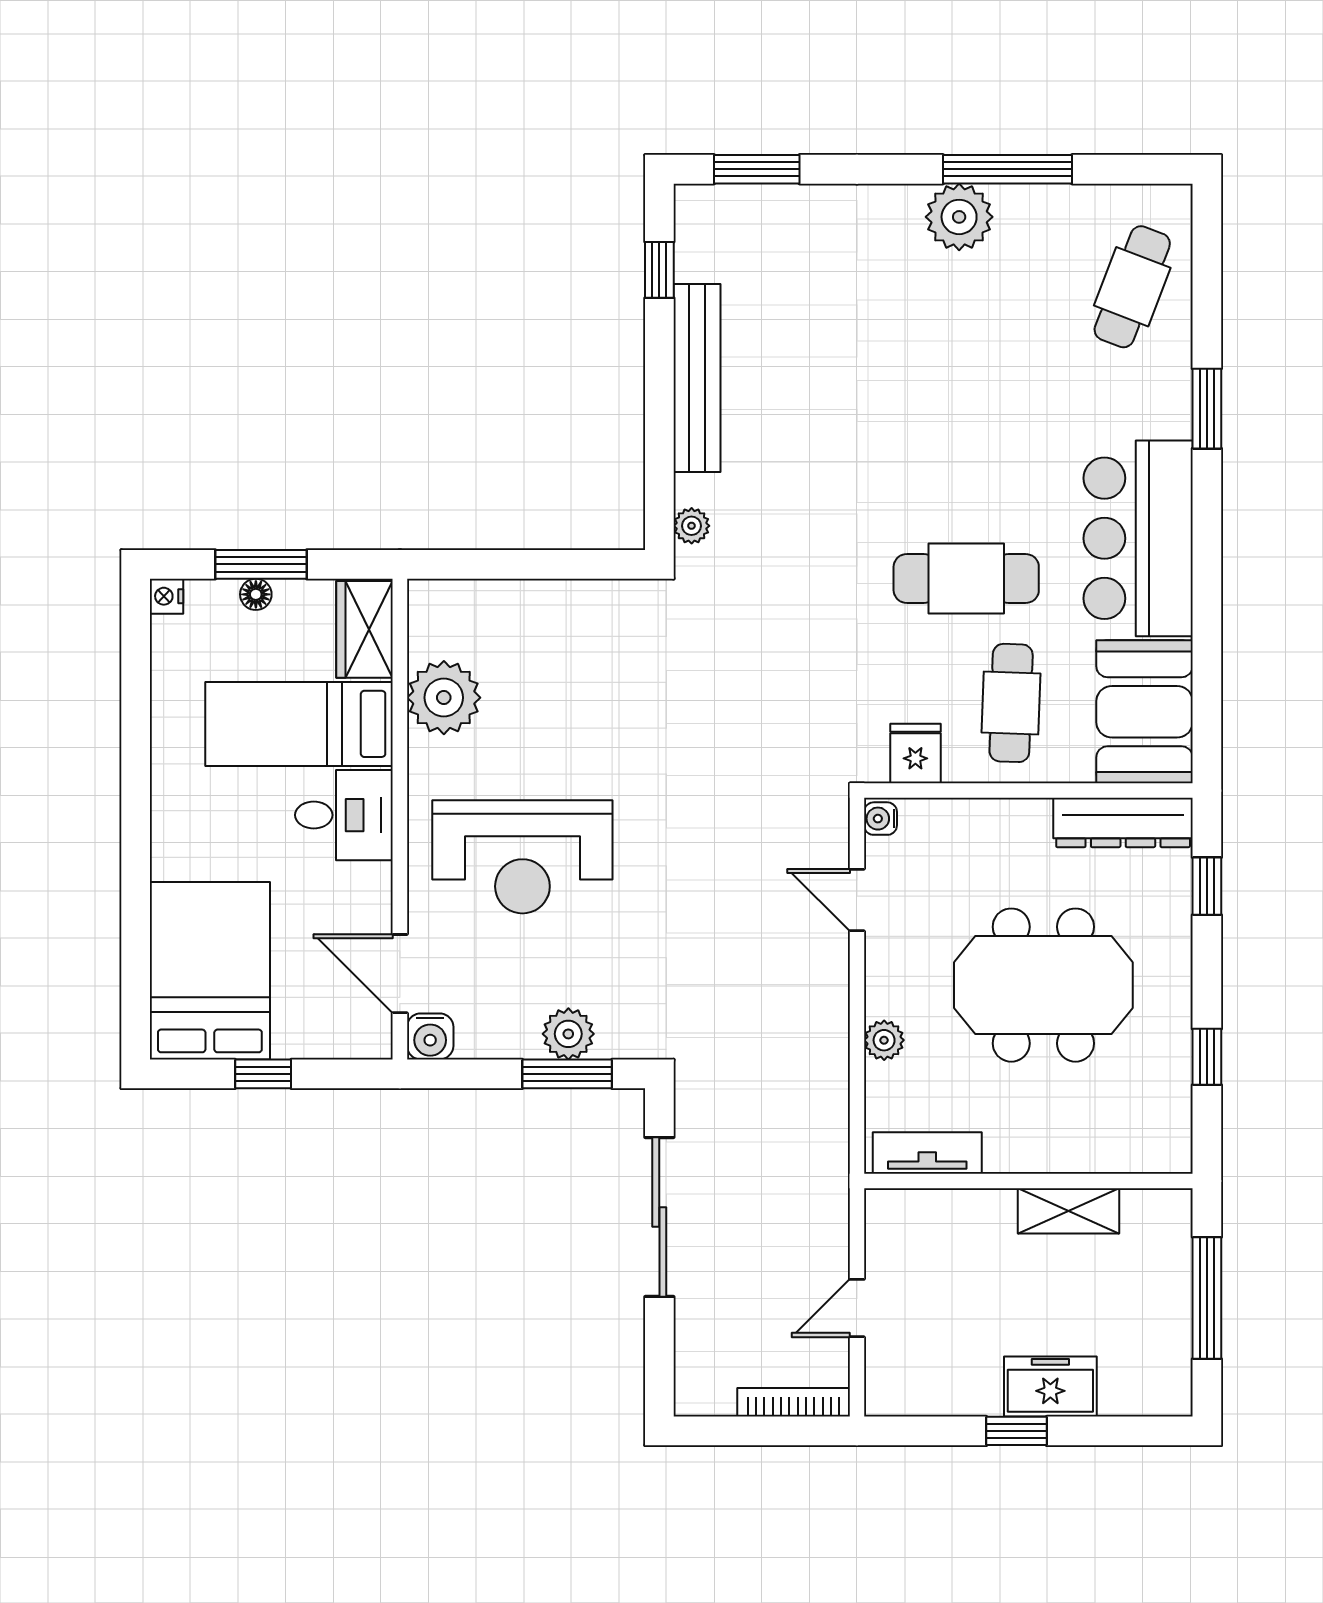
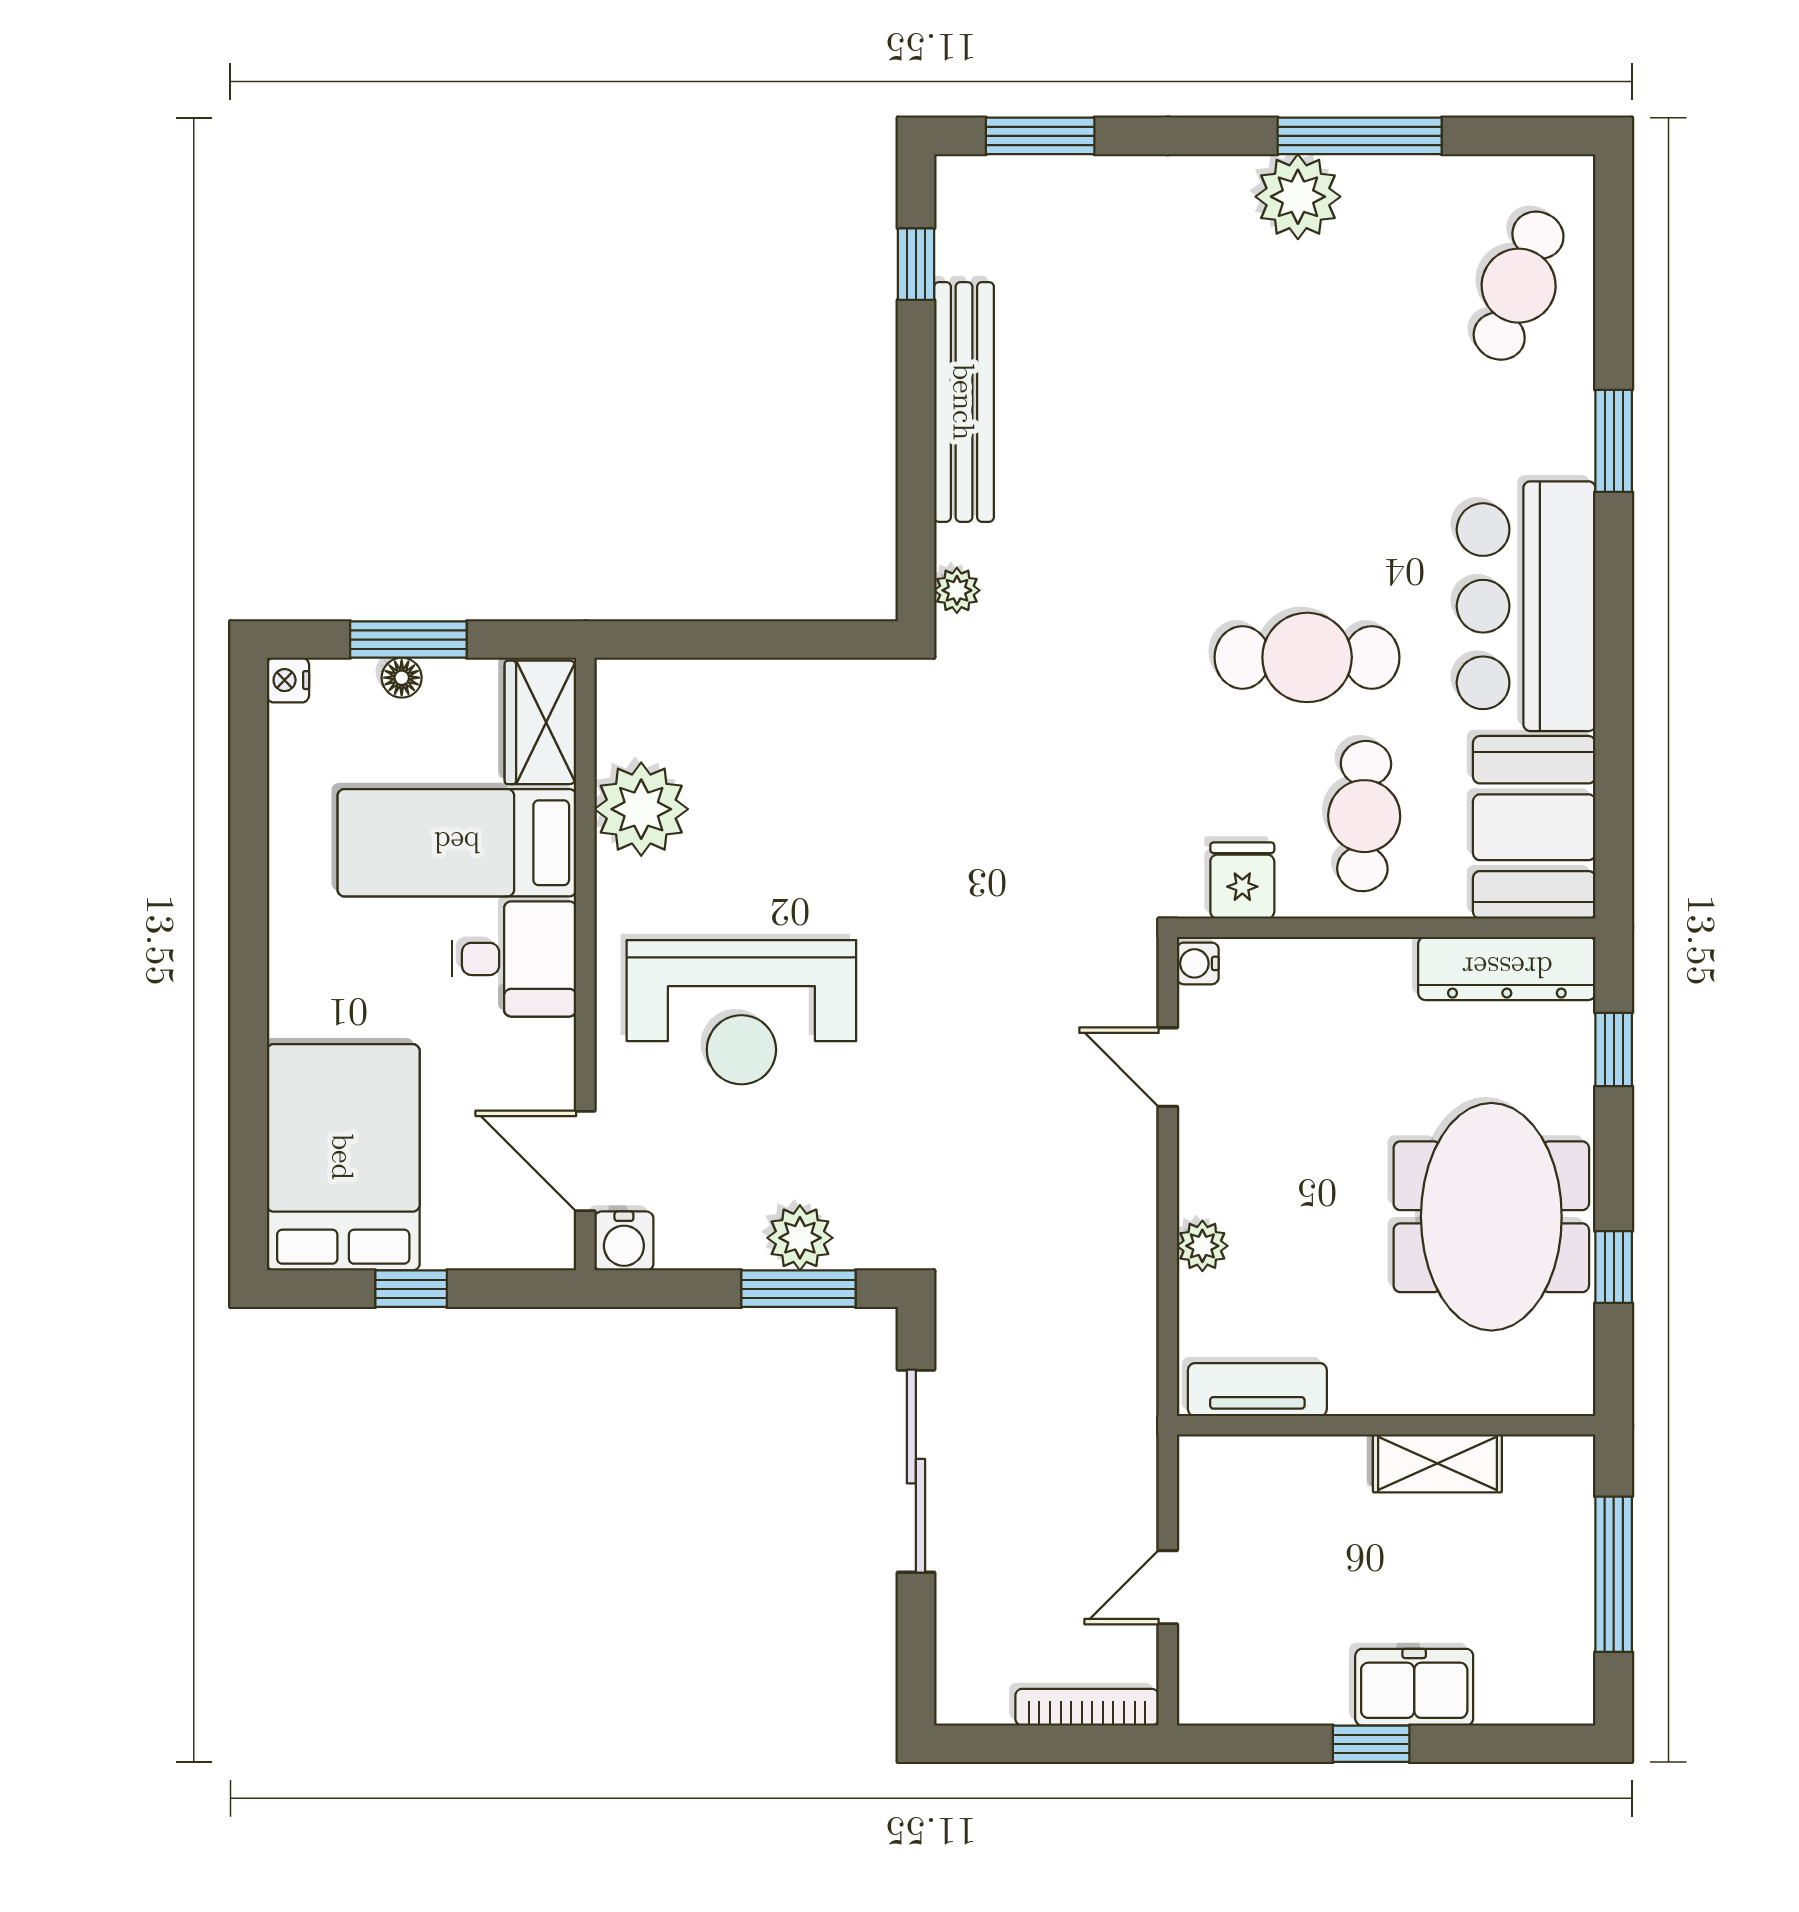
meeting table: (1043, 985) -> (1491, 1217), moved, turned 90

